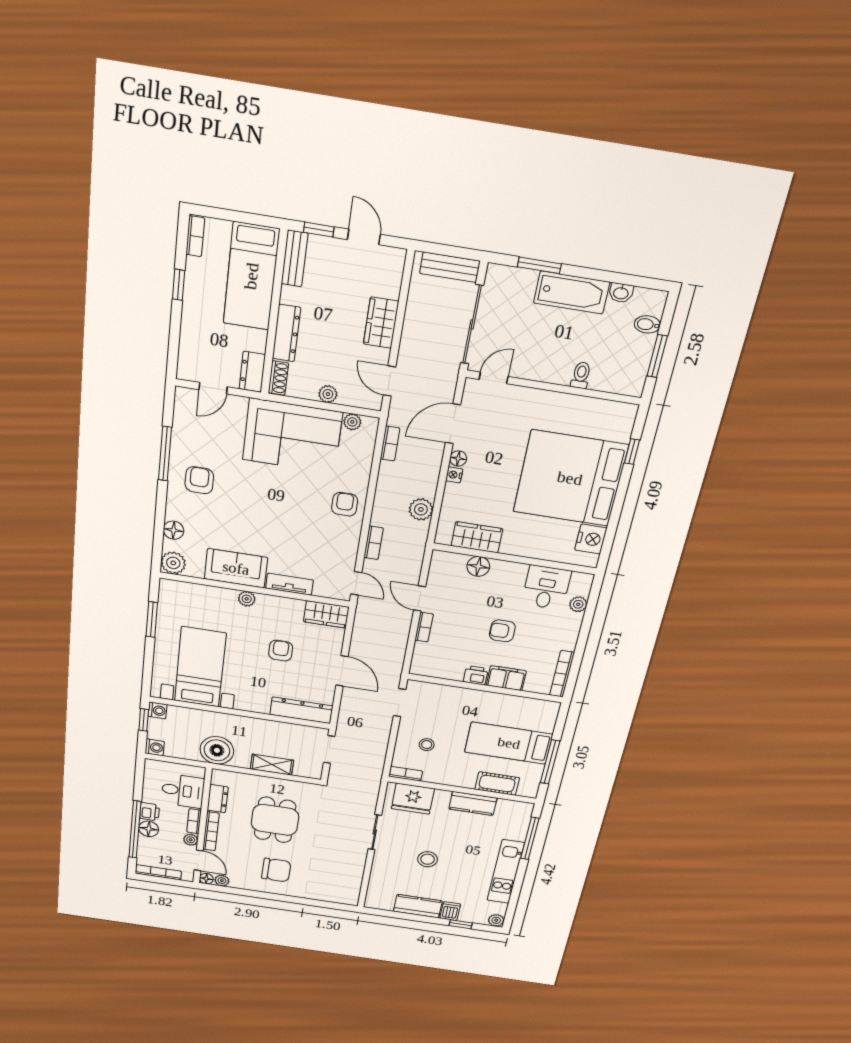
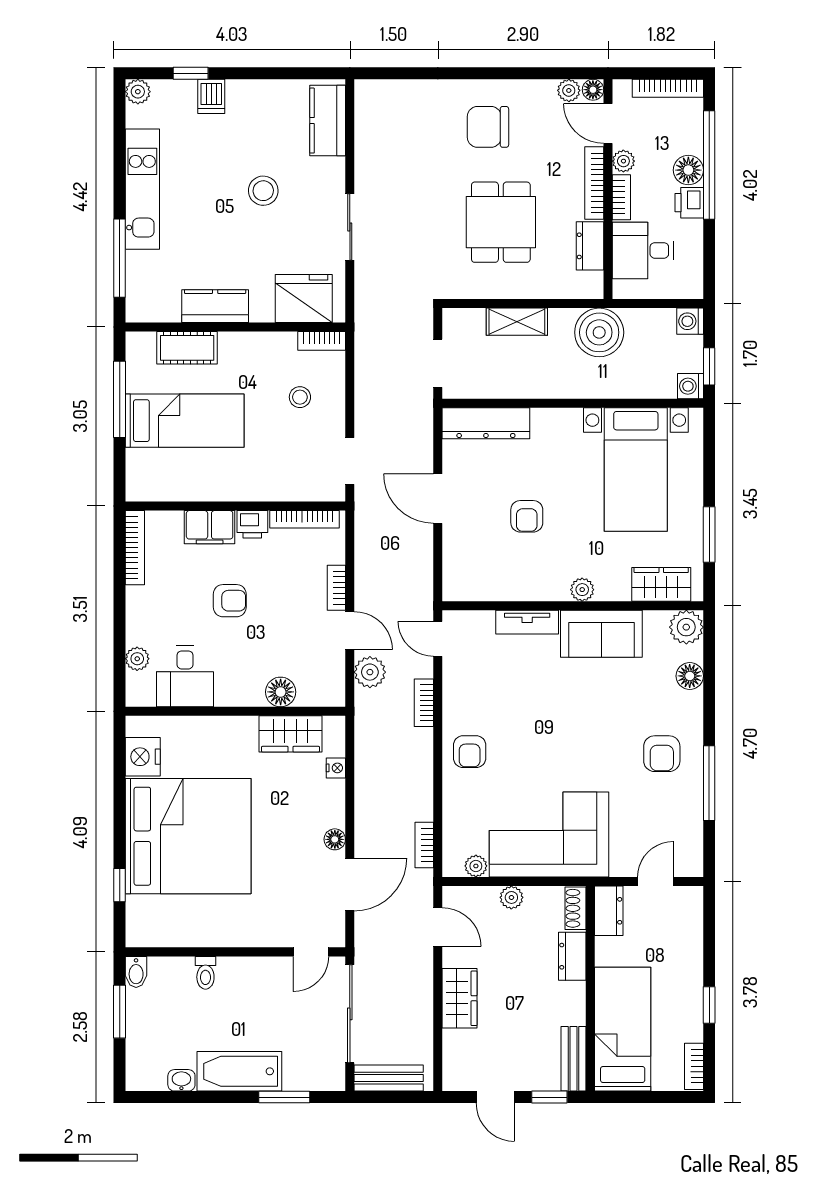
bidet: (647, 324) -> (136, 972), moved, turned 90
dresser: (286, 333) -> (572, 956), width x0.70
nightstand: (454, 475) -> (336, 768), moved
plant: (421, 509) -> (370, 672), moved
wardrobe: (326, 614) -> (661, 584), moved
bookcase: (438, 673) -> (304, 519), added
kitchen counter: (418, 906) -> (328, 121), moved, turned 90

